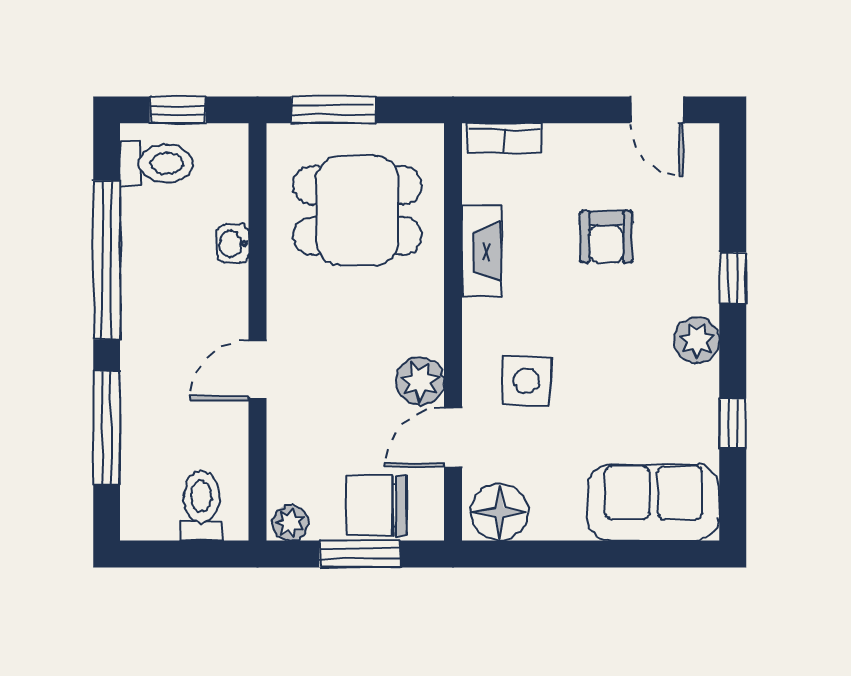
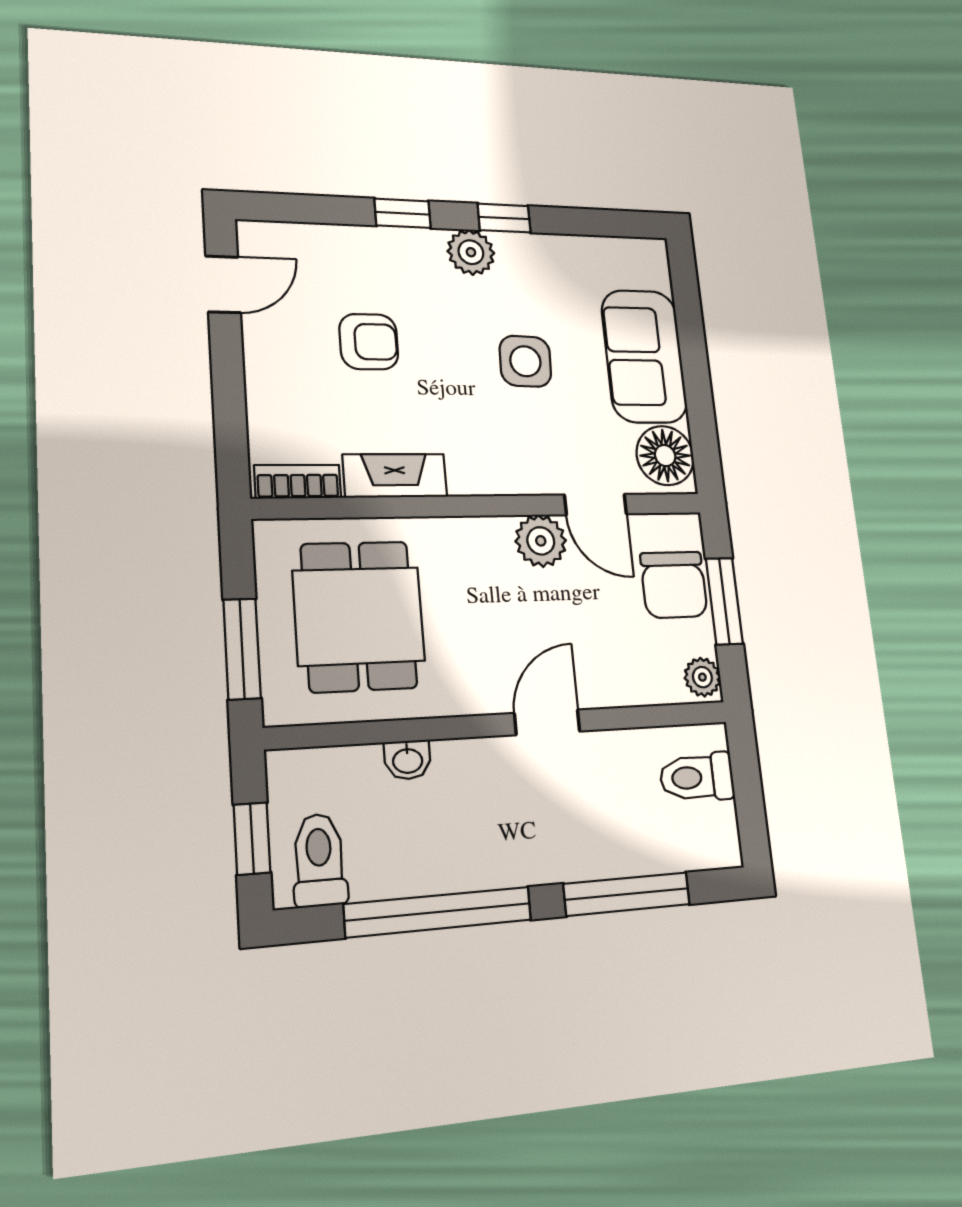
bookcase: (504, 138) -> (298, 482), moved, turned -90
door: (258, 371) -> (547, 722), swing flipped
side table: (526, 381) -> (525, 361), moved
window: (733, 424) -> (504, 218), moved
sofa: (654, 503) -> (644, 356), moved

